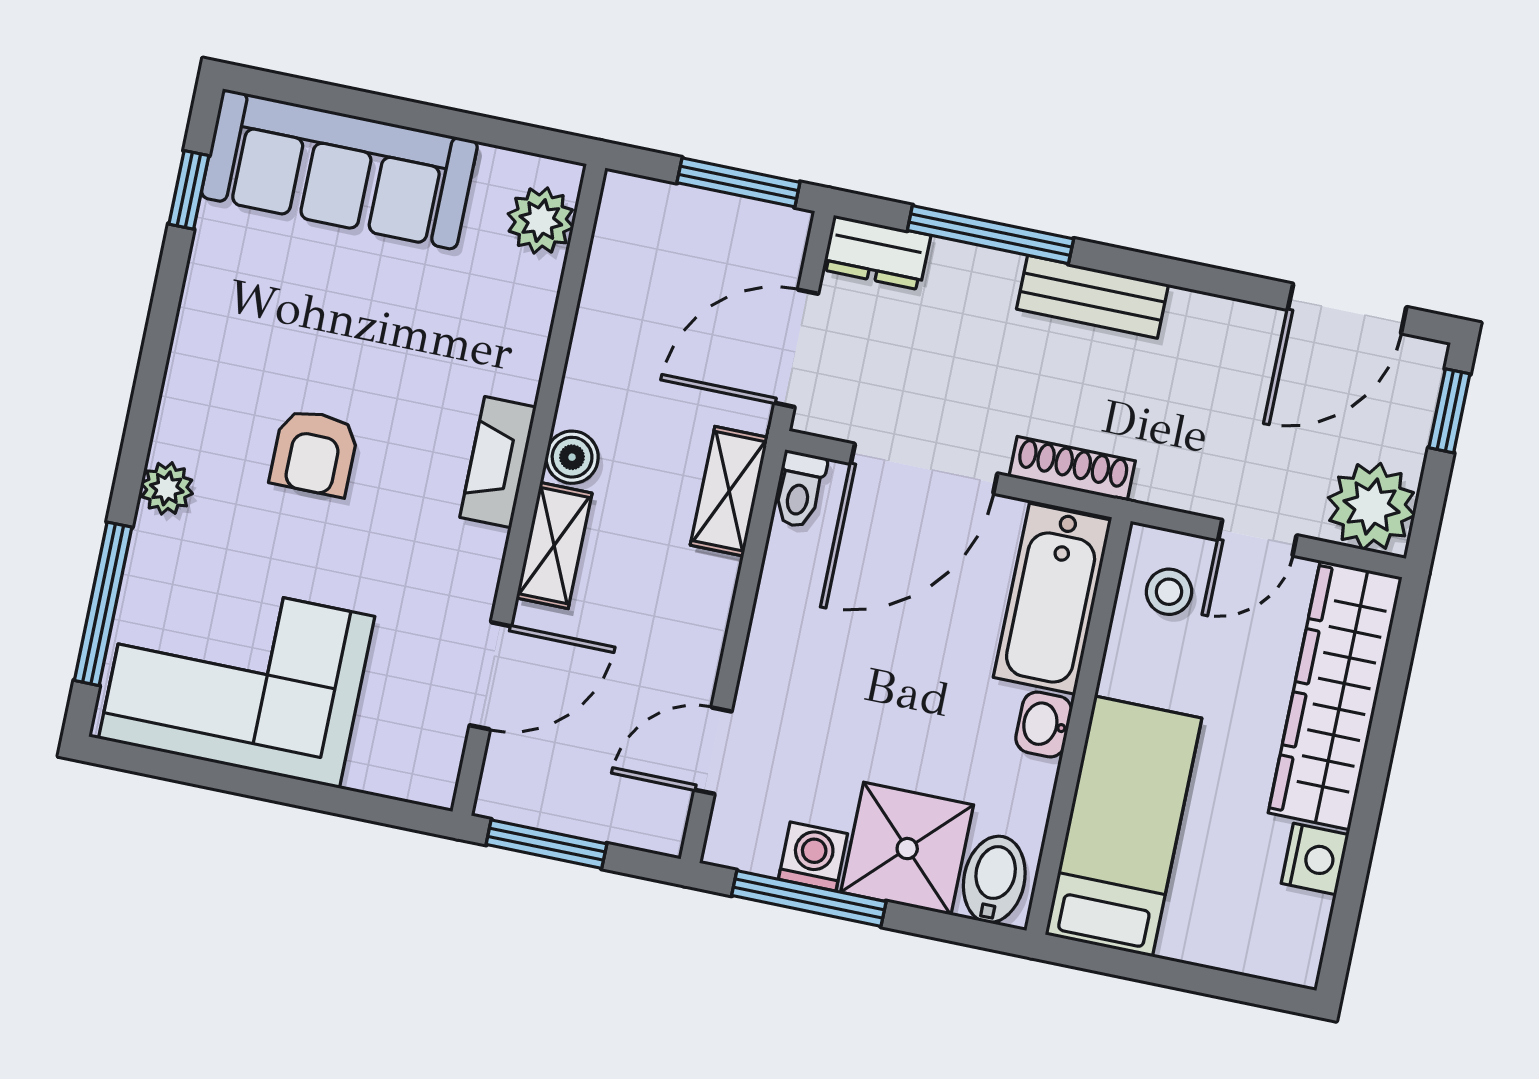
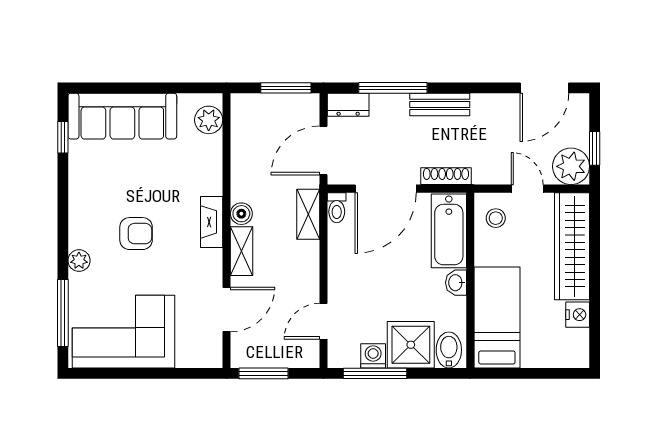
window: (1449, 411) -> (595, 148), moved
armchair: (314, 453) -> (136, 234), turned -90
door: (1257, 538) -> (527, 189), swing flipped

